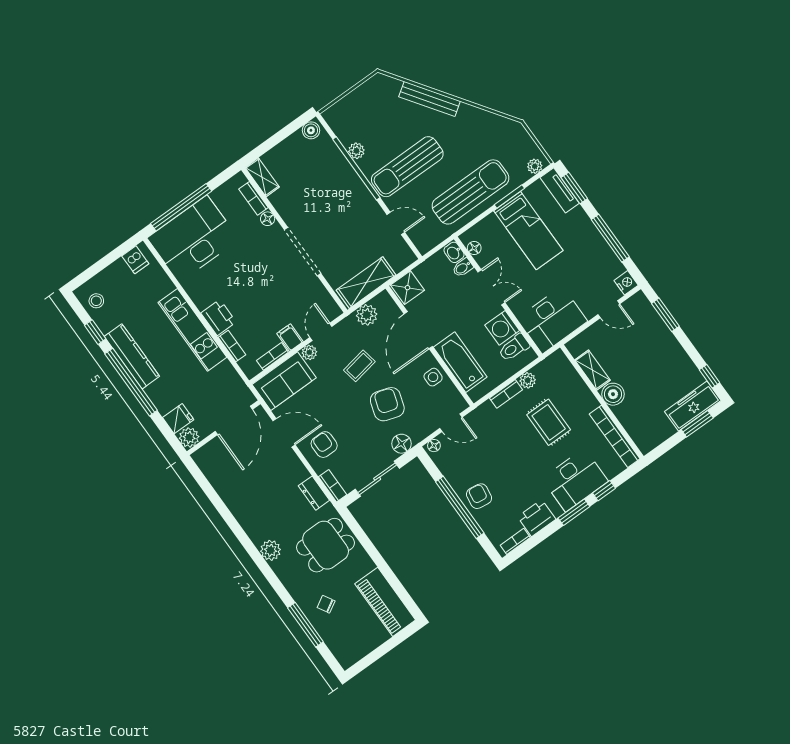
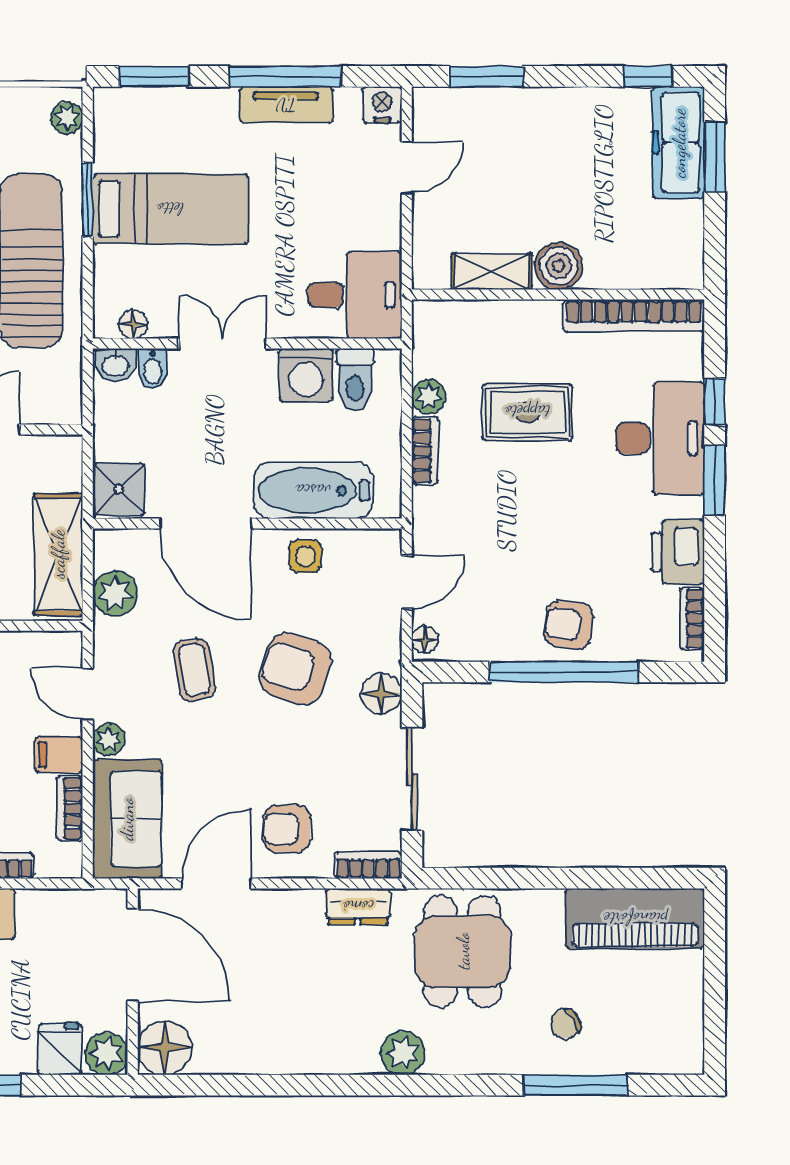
tv unit: (560, 190) -> (286, 105), moved
desk: (552, 320) -> (355, 295), width x0.73
floor lamp: (207, 458) -> (165, 1048), added

